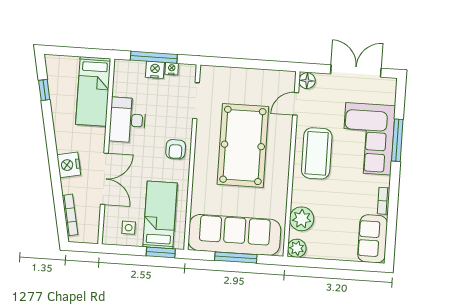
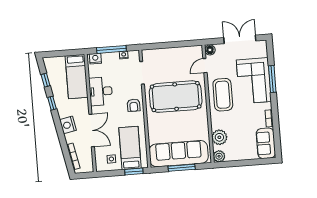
nightstand: (155, 70) -> (95, 59), moved
window: (49, 127) -> (52, 103), added
pool table: (243, 145) -> (176, 97), turned 90

